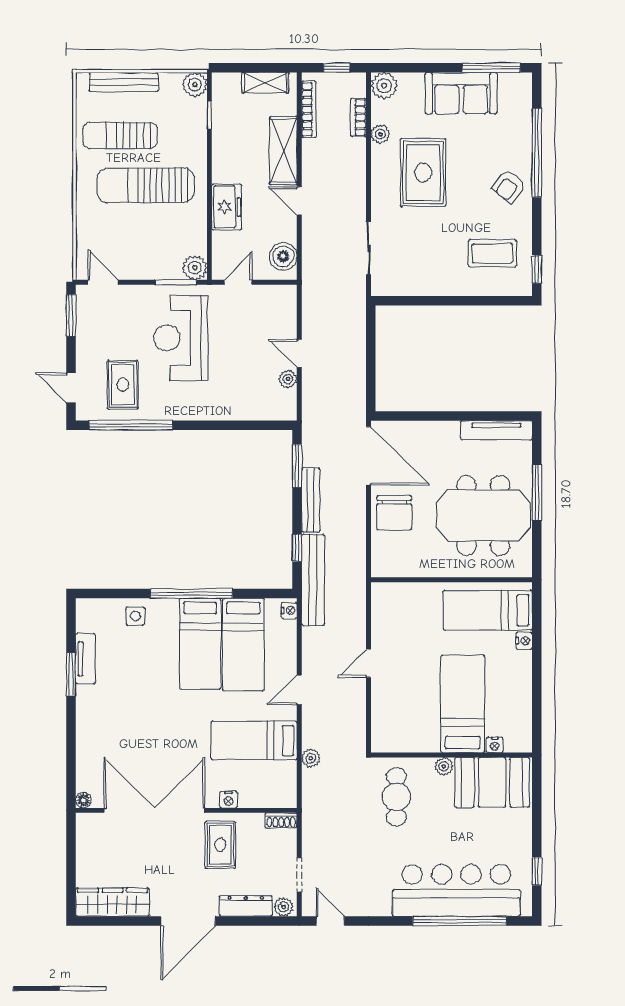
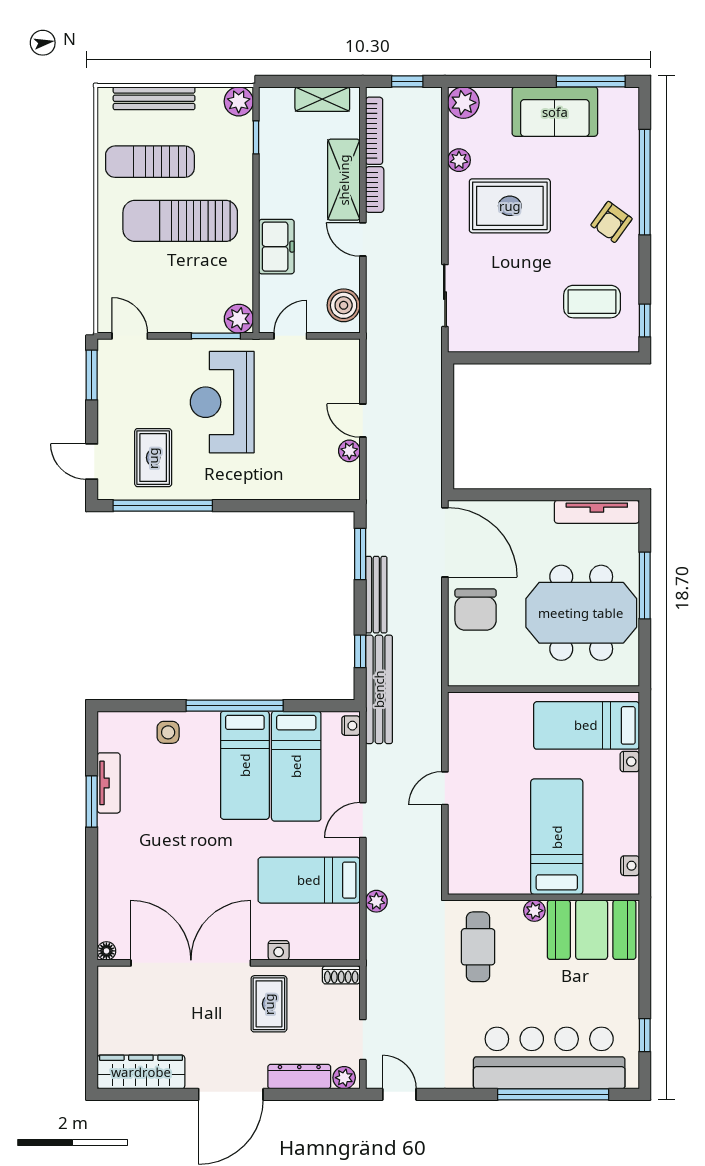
bookcase: (358, 117) -> (375, 190), moved, turned 180
rug: (423, 173) -> (510, 206), turned 90
nightstand: (495, 745) -> (630, 866), moved, turned -90

